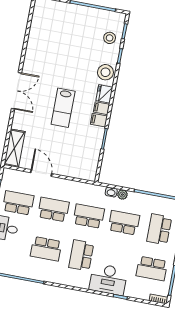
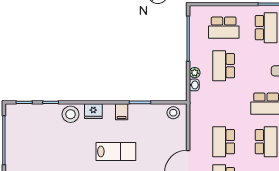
stool: (110, 38) -> (173, 113), moved
filing cabinet: (101, 108) -> (109, 111), removed
school desk: (89, 216) -> (224, 104), removed

